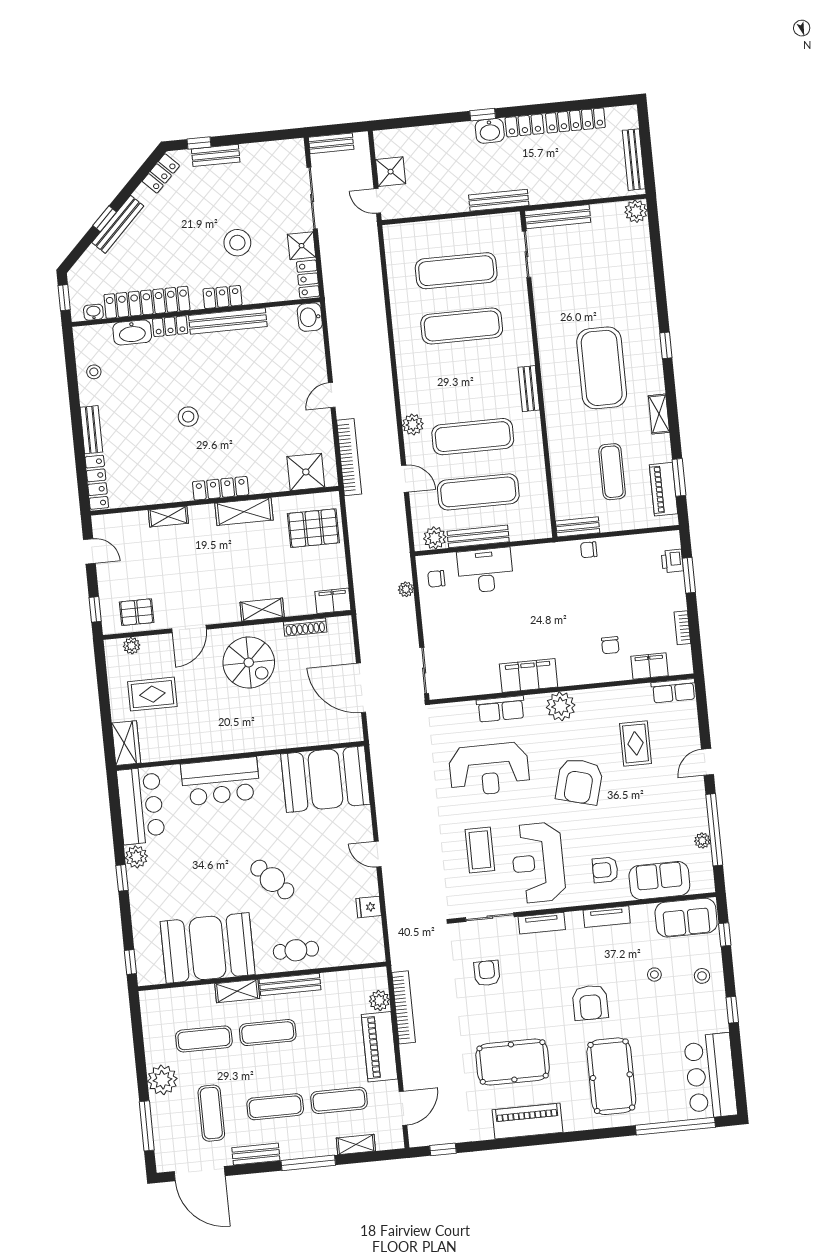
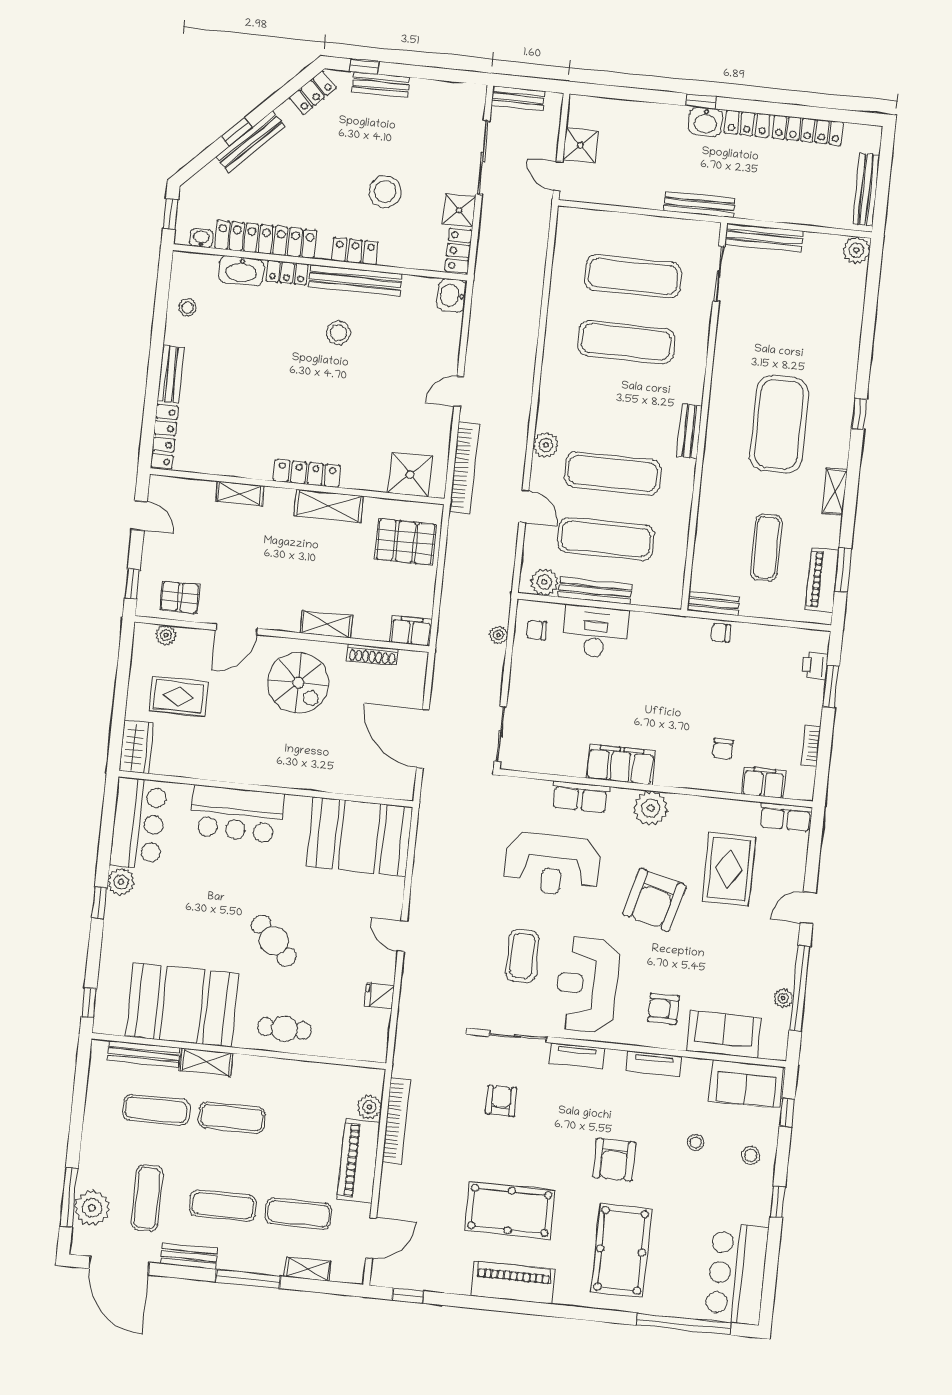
stool: (188, 417) -> (338, 333), moved
rug: (636, 743) -> (729, 869), width x1.36, depth x1.43
bench: (290, 984) -> (143, 1054), moved
plant: (162, 1080) -> (92, 1208), moved

